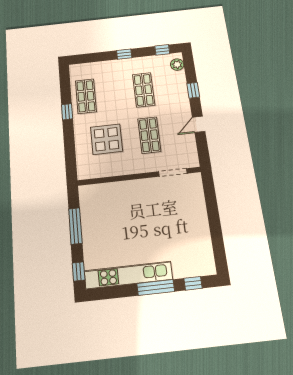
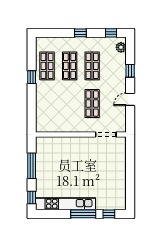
shop shelf: (115, 93) -> (70, 66), added
display table: (106, 139) -> (60, 103), removed

